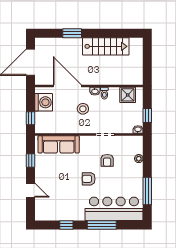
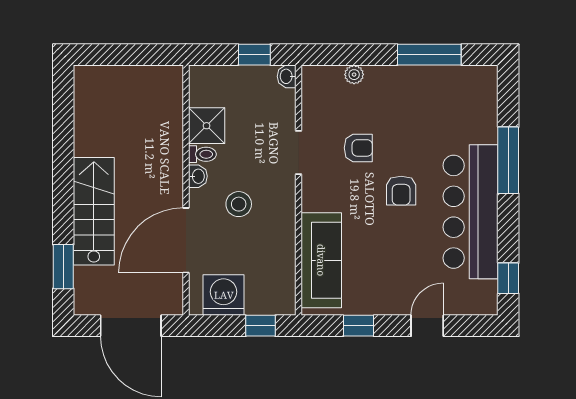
window: (72, 33) -> (63, 267), moved
stairs: (106, 46) -> (94, 211), moved
shower: (128, 95) -> (207, 126), moved
bar counter: (114, 209) -> (471, 212), moved
window: (66, 225) -> (508, 278), moved

